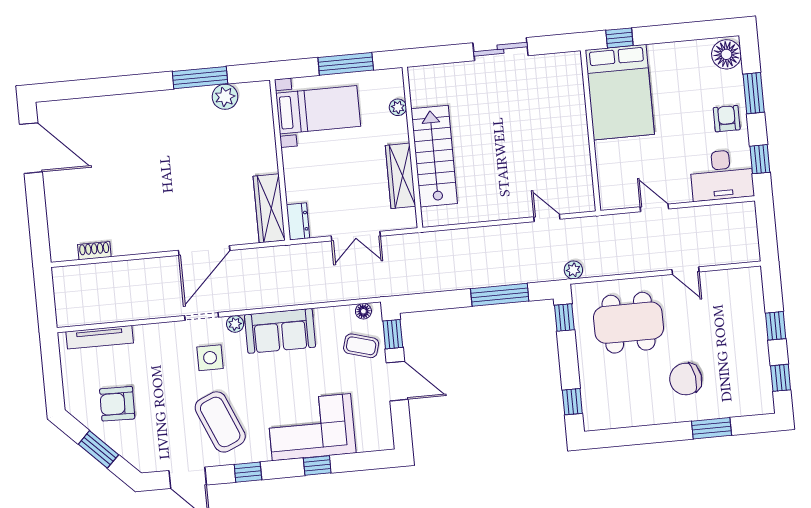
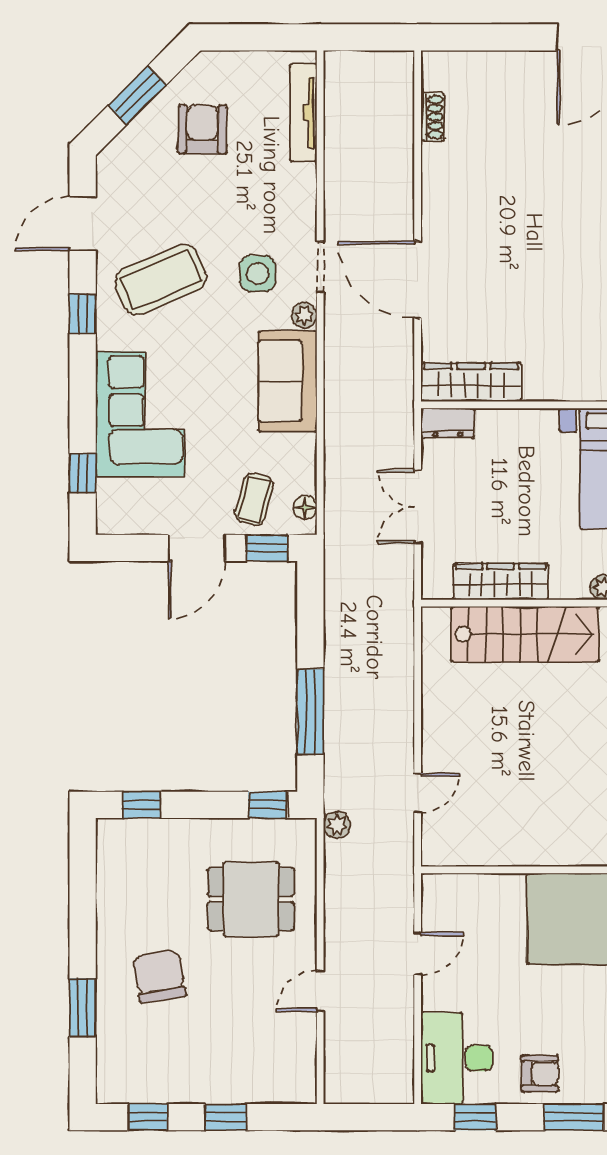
dining table: (629, 323) -> (251, 899), width x0.73
window: (317, 466) -> (83, 473), moved

